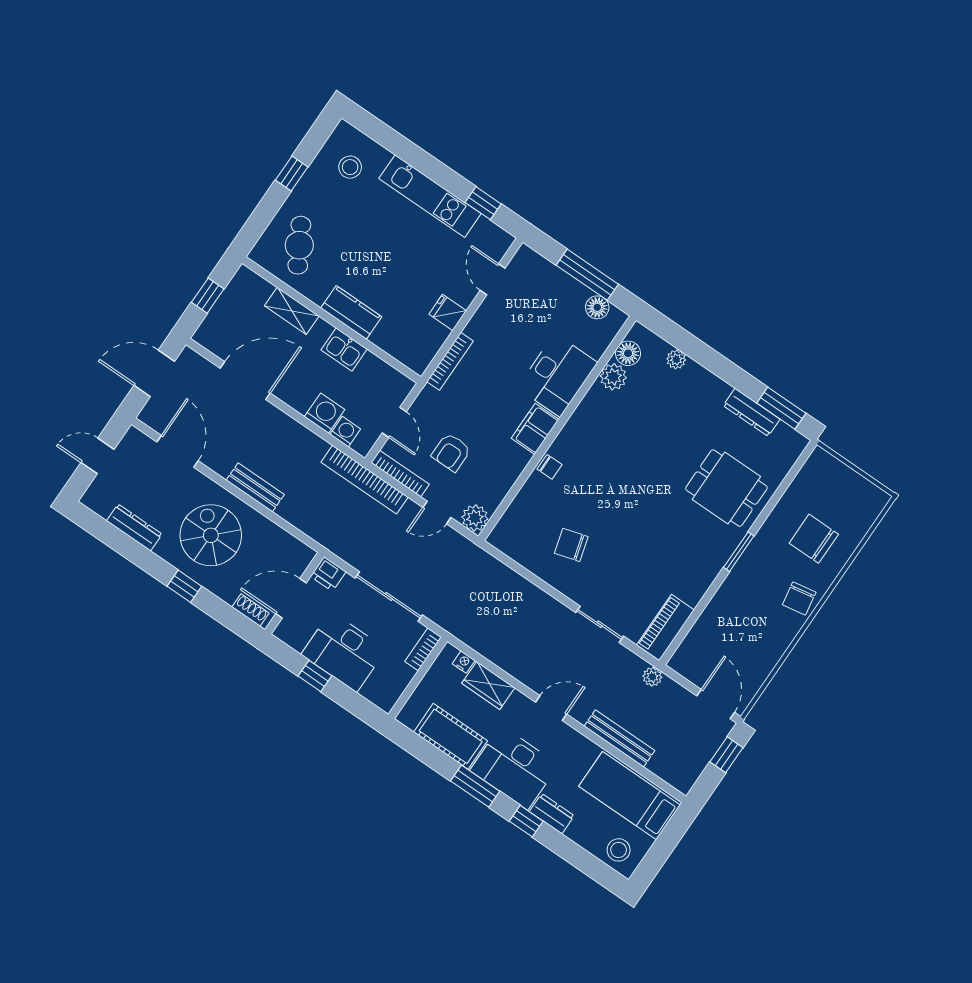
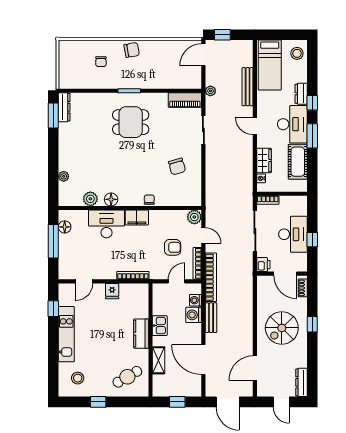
floor lamp: (628, 353) -> (111, 199), moved
dresser: (752, 412) -> (64, 107), moved
bench: (255, 487) -> (211, 318), moved
dining table: (726, 488) -> (131, 122), moved, turned 90
dresser: (134, 527) -> (302, 382), moved
chair: (814, 539) -> (101, 62), width x0.54, depth x0.54

